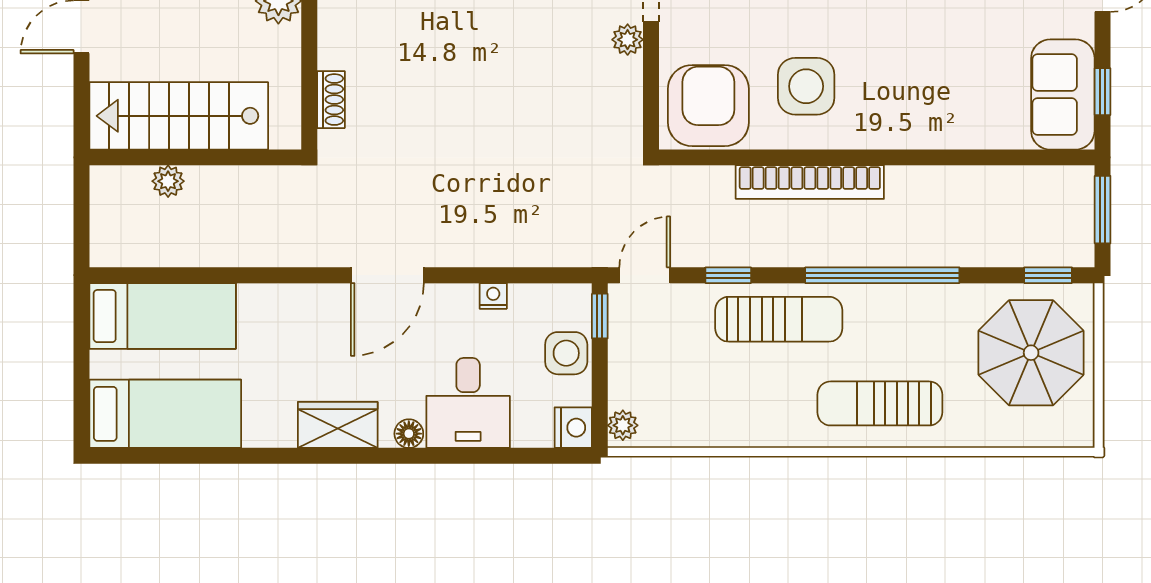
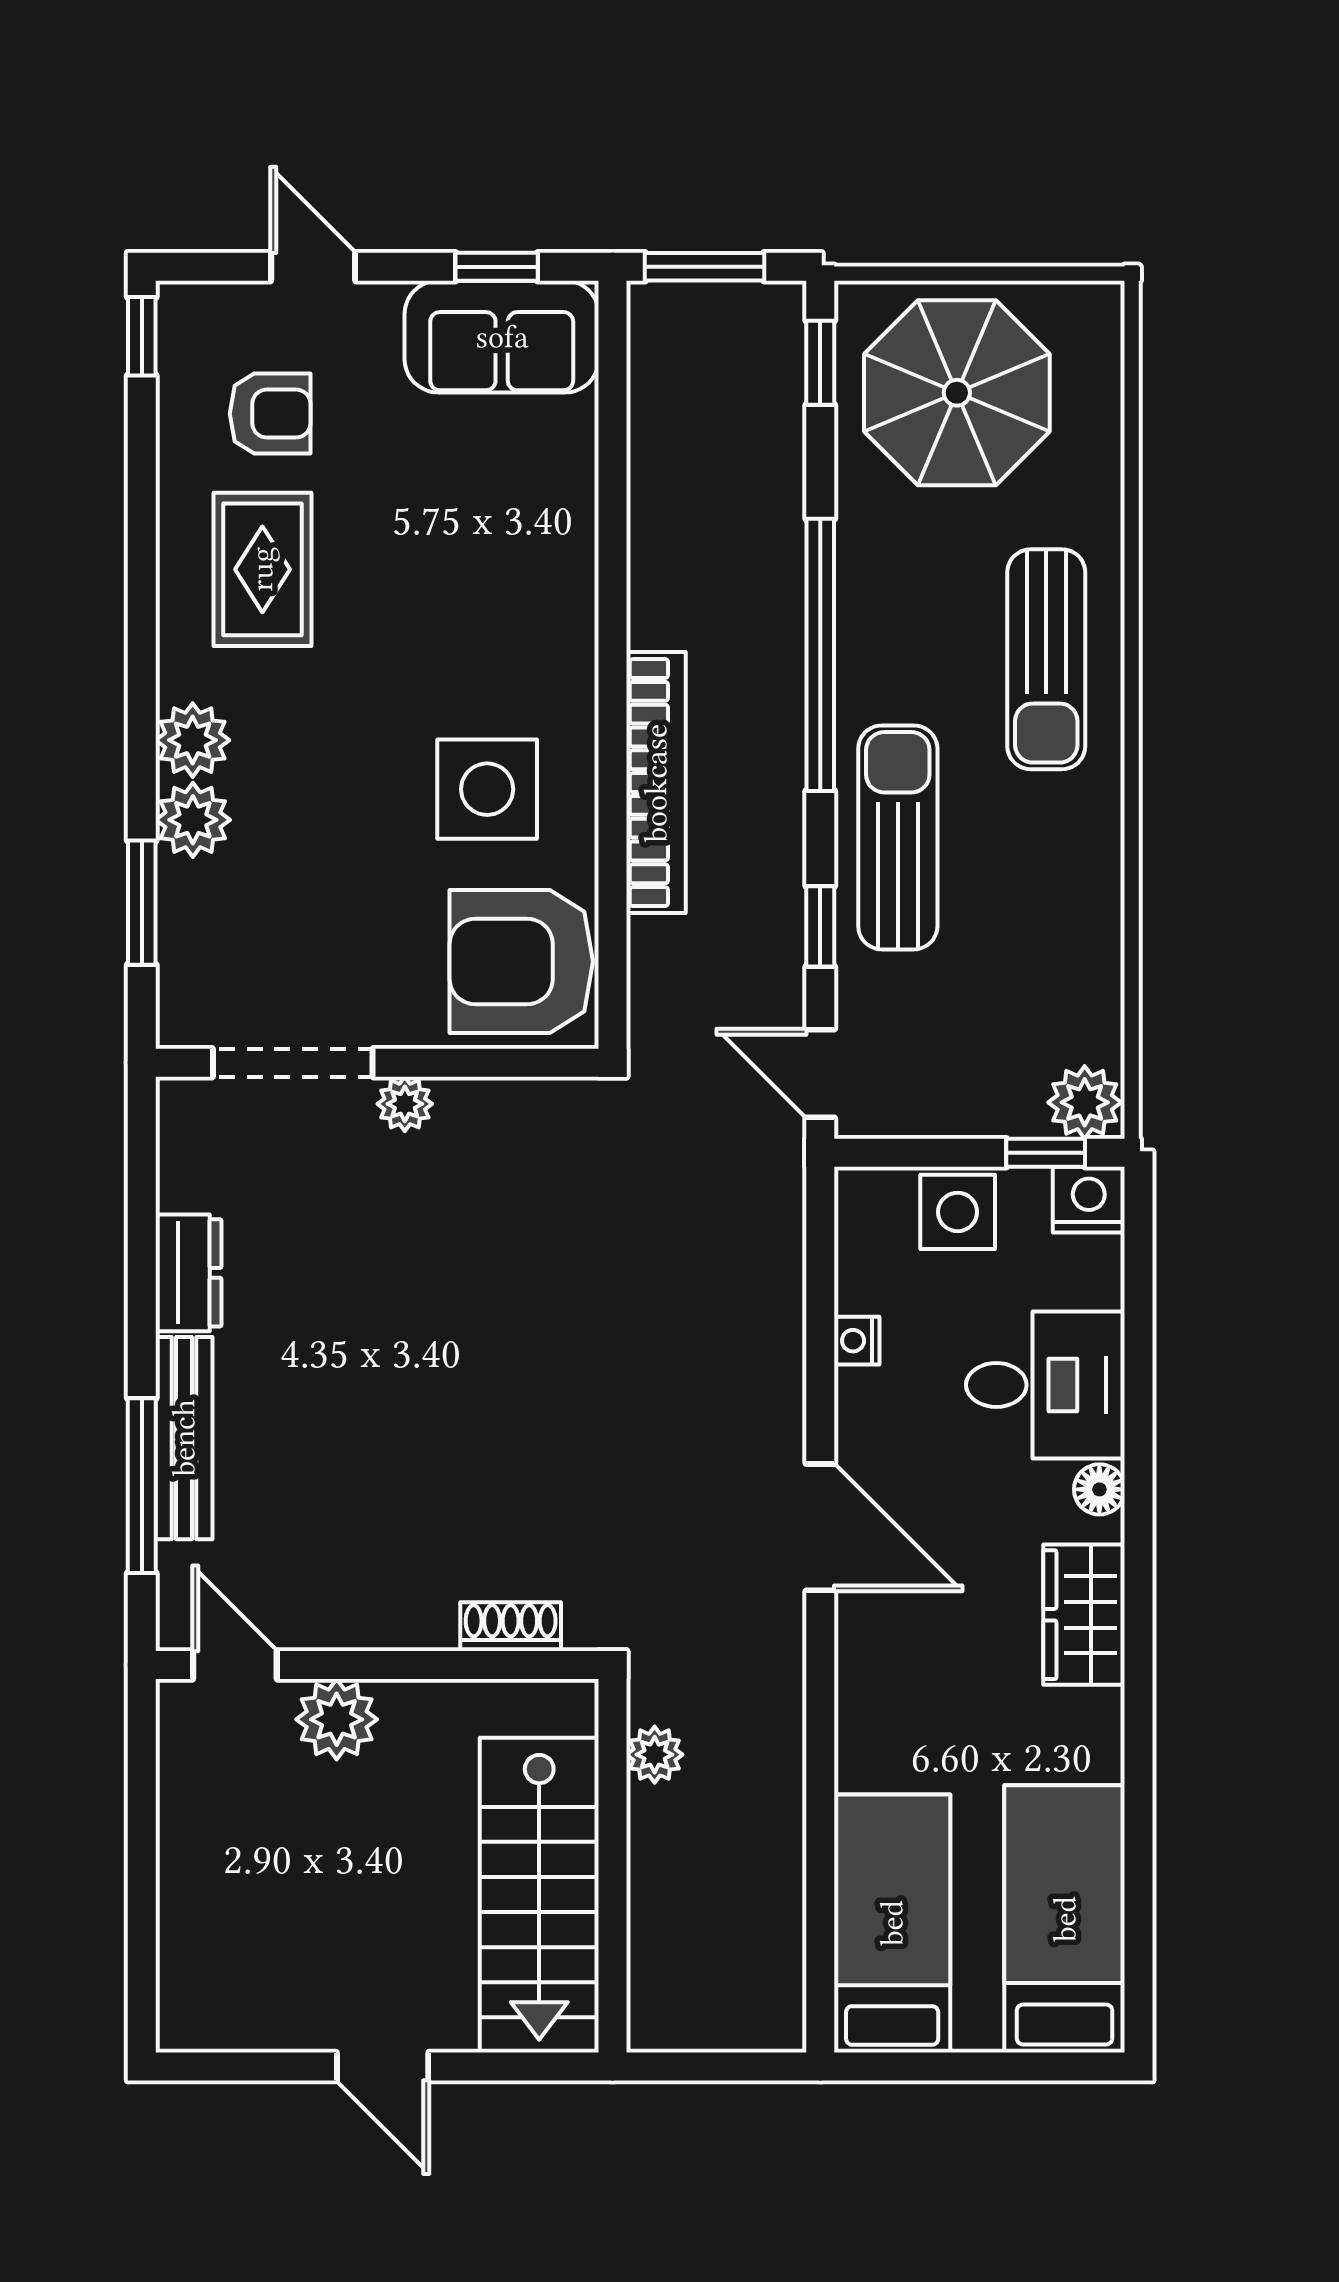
plant: (168, 181) -> (655, 1755), moved
window: (600, 316) -> (1046, 1153), moved
plant: (623, 425) -> (1085, 1102), width x1.38, depth x1.38

